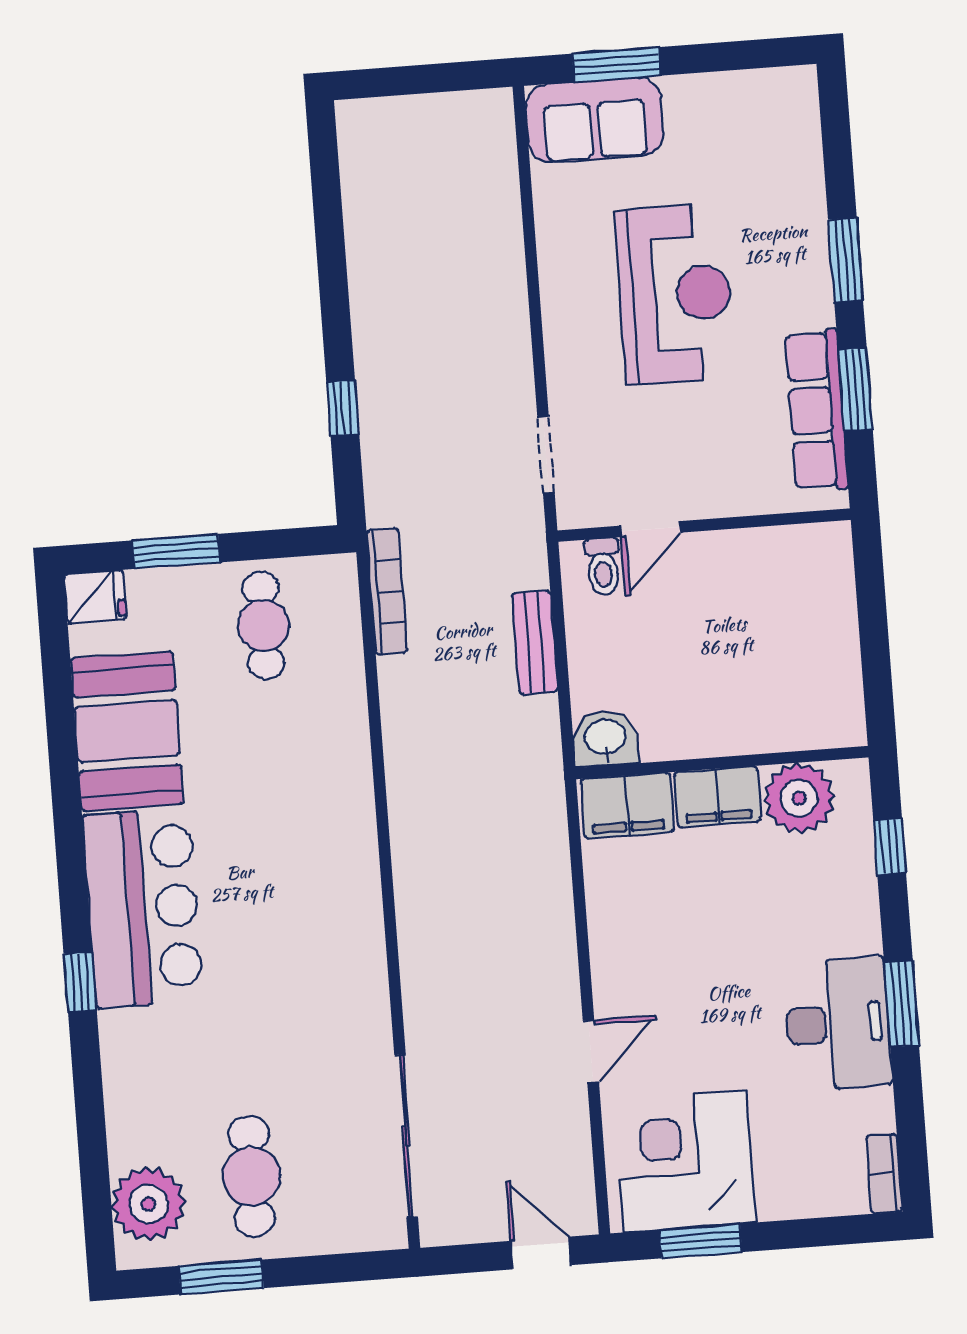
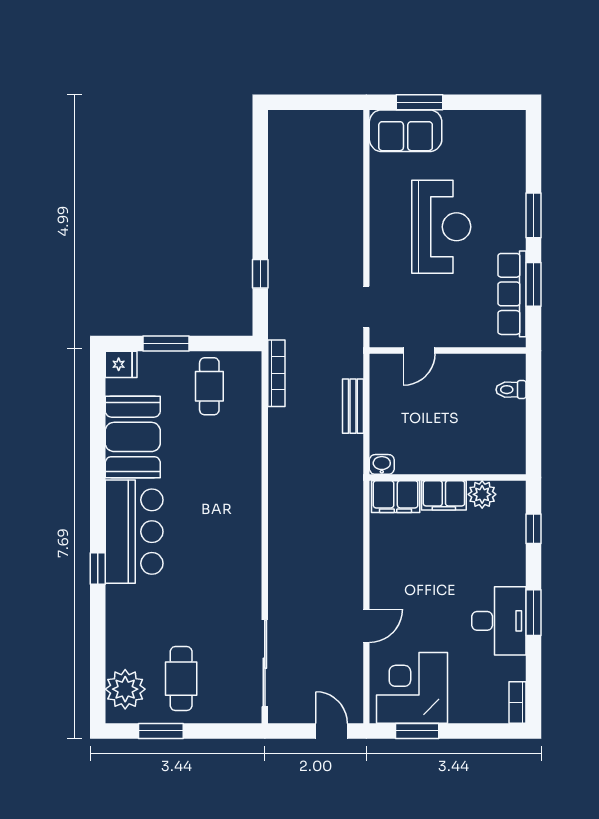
toilet: (603, 566) -> (511, 390), moved, turned 90
washbasin: (605, 738) -> (382, 464), width x0.72, depth x0.69
plant: (799, 798) -> (482, 494), width x0.73, depth x0.73

